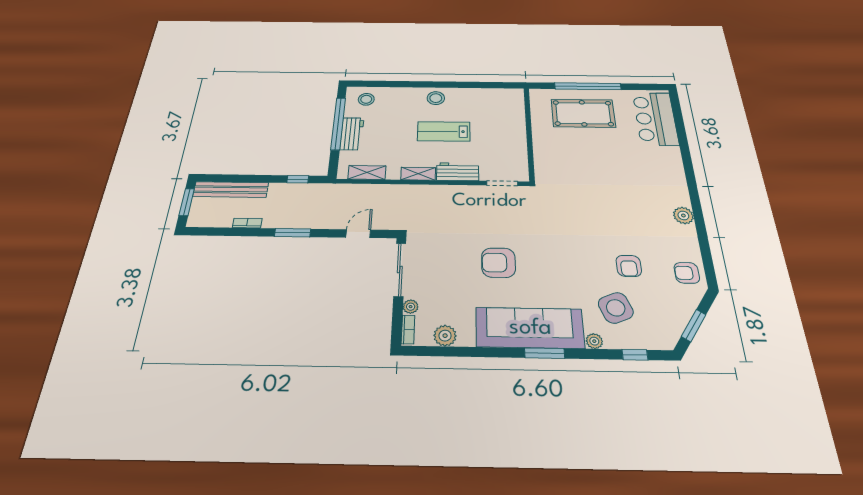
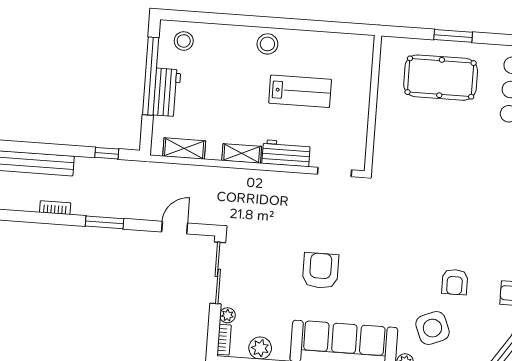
window: (588, 86) -> (453, 36), width x0.47
lab bench: (444, 131) -> (300, 91), moved, turned 180
armchair: (498, 263) -> (320, 271), turned 90

